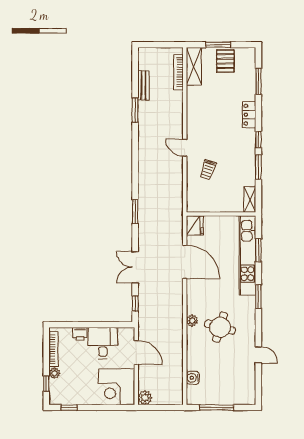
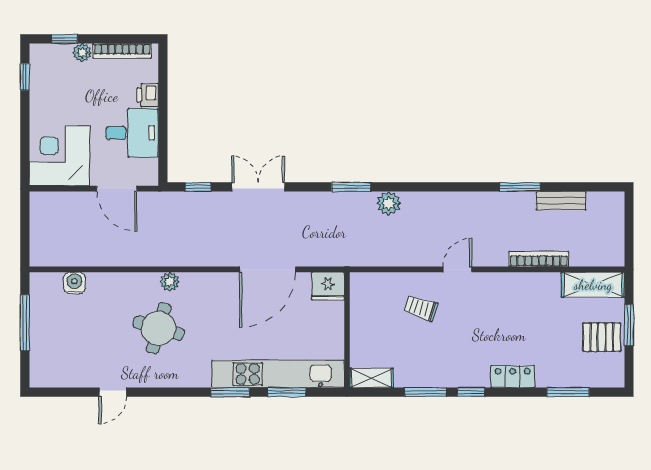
bookcase: (178, 72) -> (539, 259), moved
window: (258, 297) -> (230, 392), moved
door: (136, 352) -> (117, 189), hinge flipped
plant: (145, 398) -> (389, 203), moved

